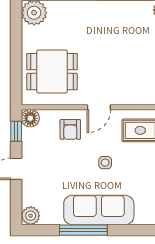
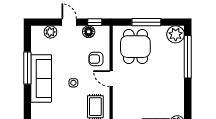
window: (16, 56) -> (146, 22), added
floor lamp: (30, 118) -> (89, 32), moved
plant: (31, 216) -> (50, 32), moved

